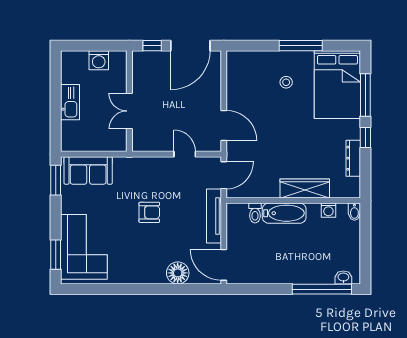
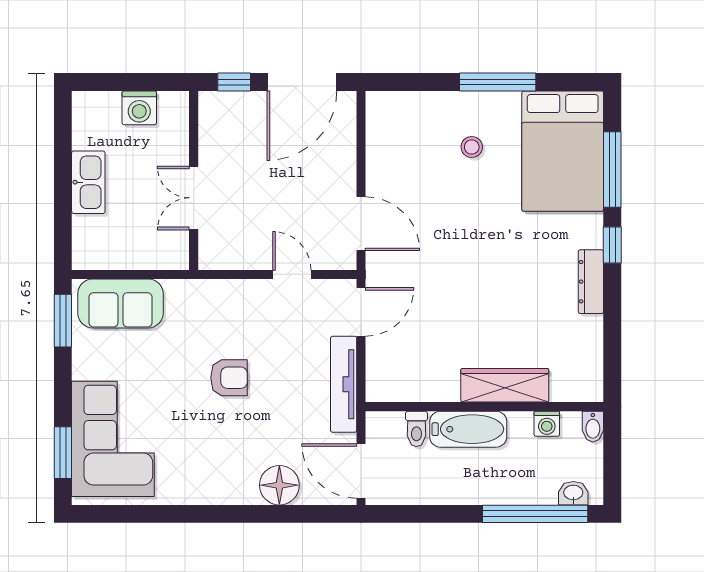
wardrobe: (305, 188) -> (505, 385), moved
wall: (293, 200) -> (484, 407), moved
washing machine: (328, 210) -> (547, 424), moved
bidet: (354, 212) -> (593, 427), moved
toilet: (255, 213) -> (416, 429), moved
bathtub: (284, 213) -> (468, 429), moved

